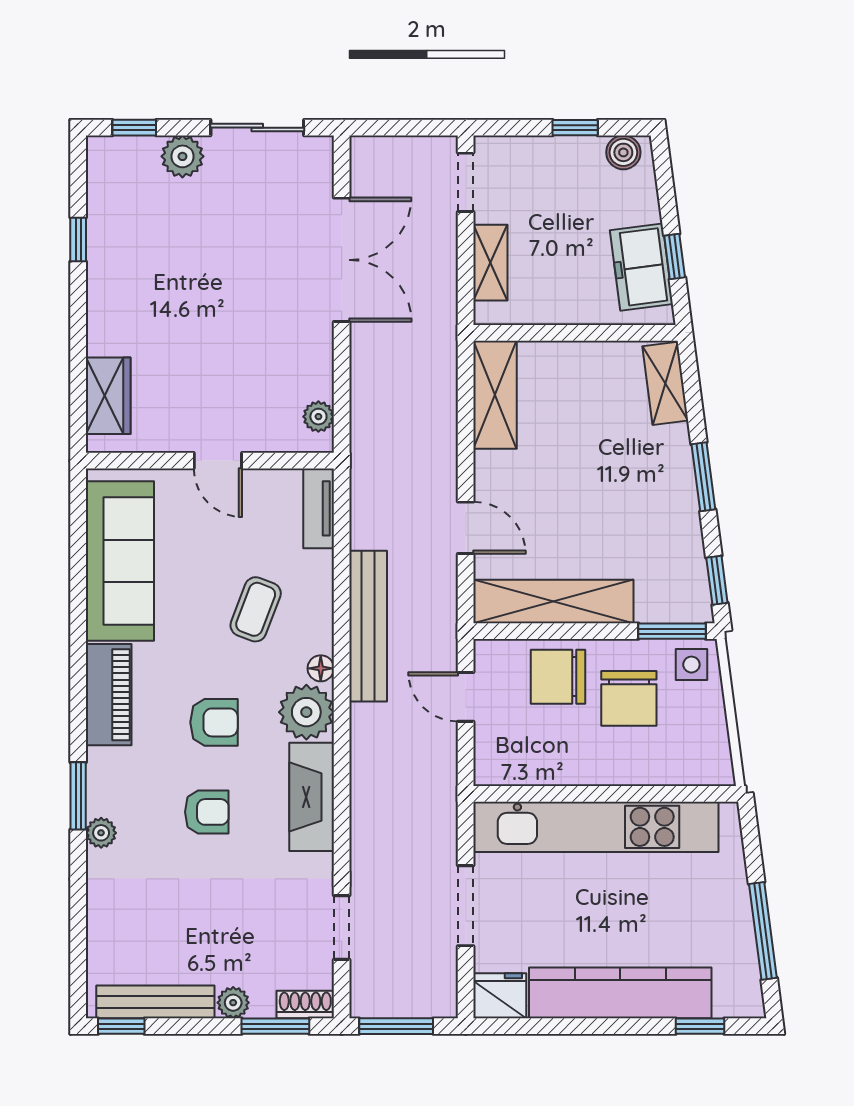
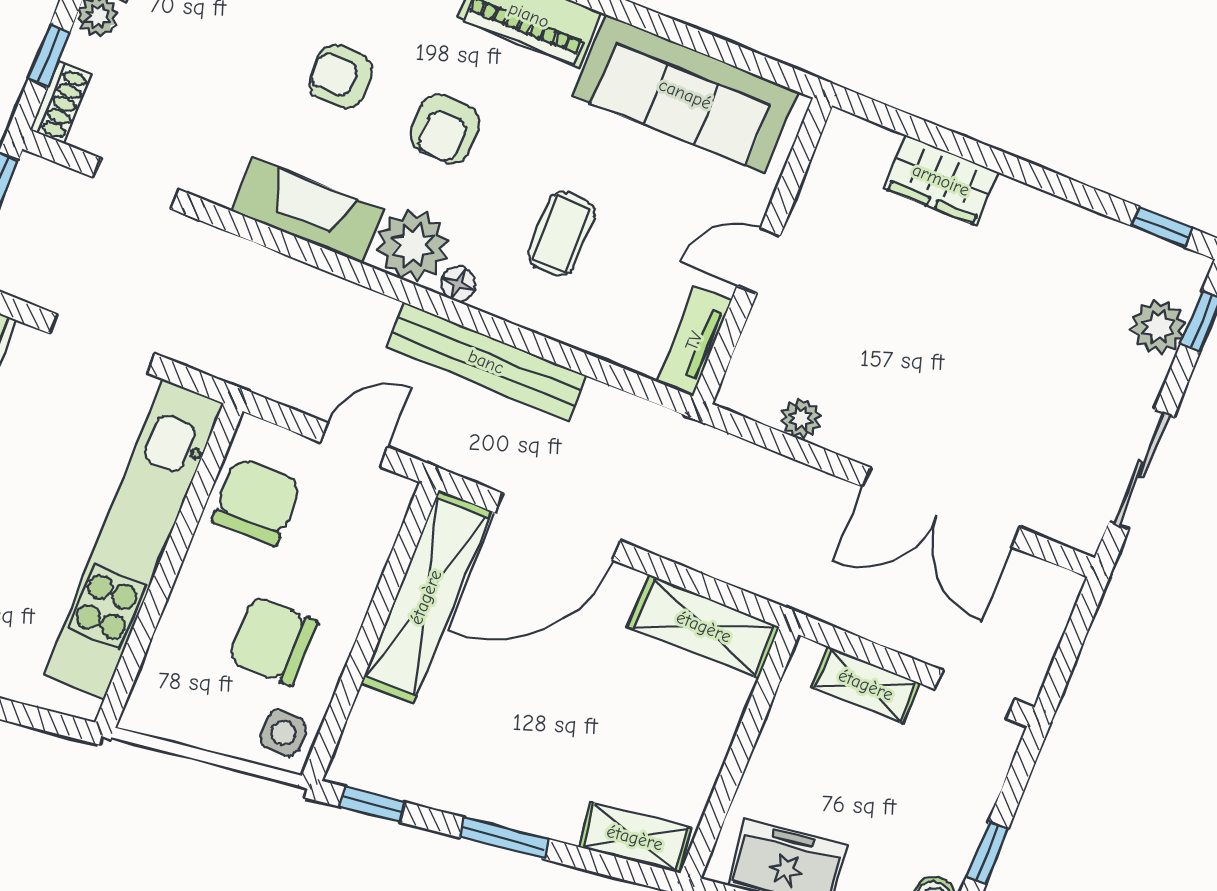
plant: (182, 156) -> (1158, 327), moved
window: (78, 240) -> (1162, 227), moved
wardrobe: (108, 396) -> (941, 180), moved
plant: (318, 417) -> (801, 418), moved
tv unit: (319, 508) -> (694, 341), moved, turned -90
door: (466, 528) -> (558, 527), width x1.87
coffee table: (256, 609) -> (561, 234), turned 69
window: (672, 631) -> (333, 726), removed
chair: (558, 677) -> (256, 502), moved
armchair: (207, 812) -> (340, 77), turned 90
window: (275, 1026) -> (49, 56), width x0.67

